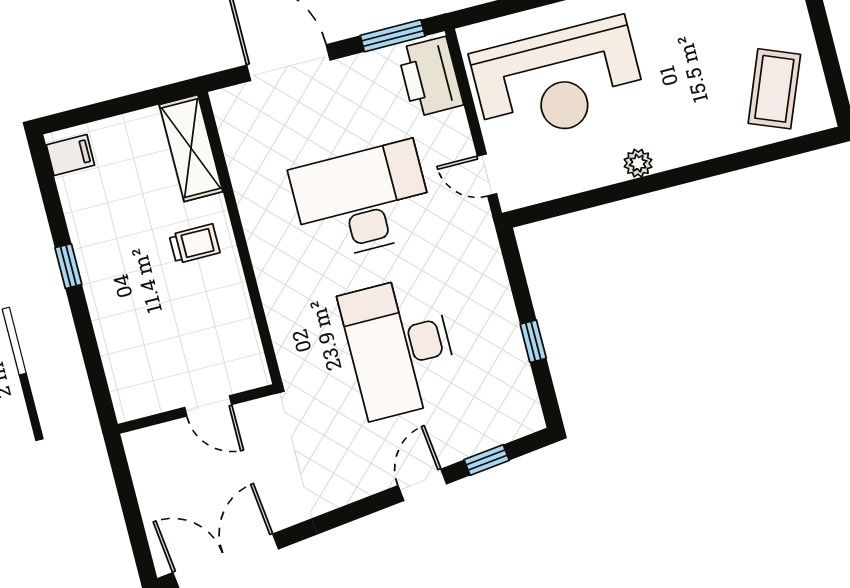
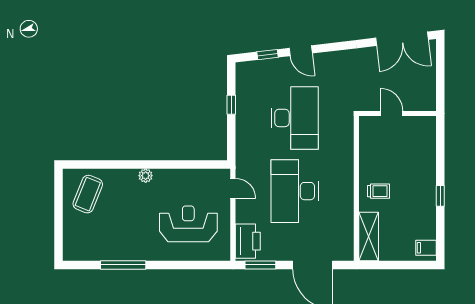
reception desk: (558, 81) -> (188, 224), width x0.74, depth x0.77
plant: (638, 163) -> (146, 176), moved
desk: (362, 201) -> (295, 191), turned 90
trolley: (195, 244) -> (378, 191), turned 180
door: (422, 485) -> (301, 51), hinge flipped

